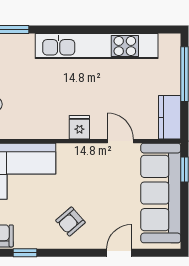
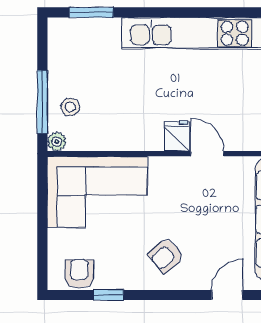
door: (120, 141) -> (207, 154), moved

